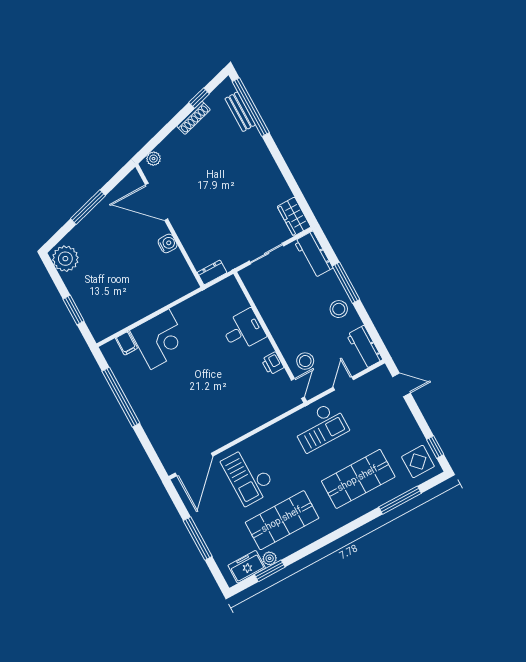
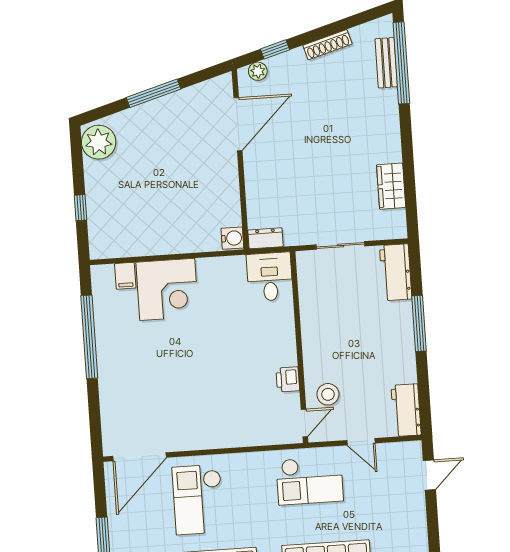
window: (199, 98) -> (275, 49), moved
door: (157, 202) -> (238, 124), swing flipped
wardrobe: (294, 217) -> (391, 186), moved
water cooler: (168, 243) -> (232, 238), moved
stool: (339, 309) -> (396, 351), removed
window: (74, 310) -> (80, 208), width x0.67
desk: (243, 330) -> (270, 277), moved, turned -90
door: (343, 383) -> (361, 442), swing flipped
door: (401, 385) -> (429, 475), hinge flipped

